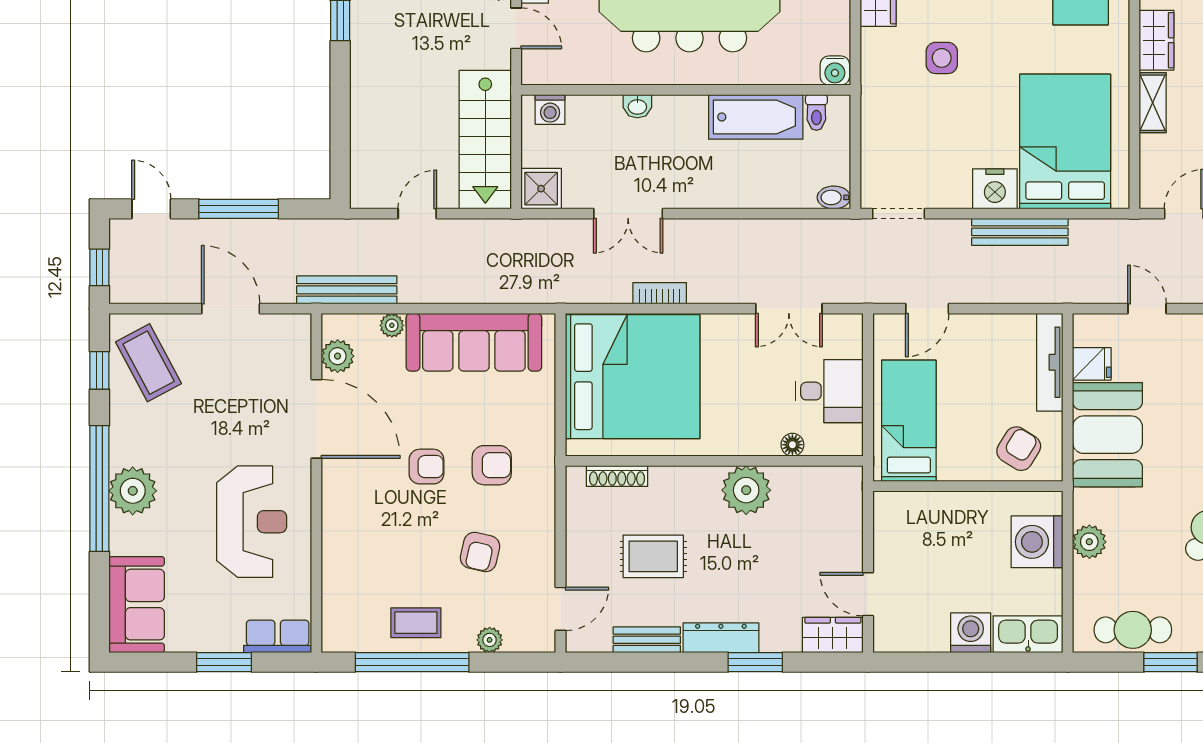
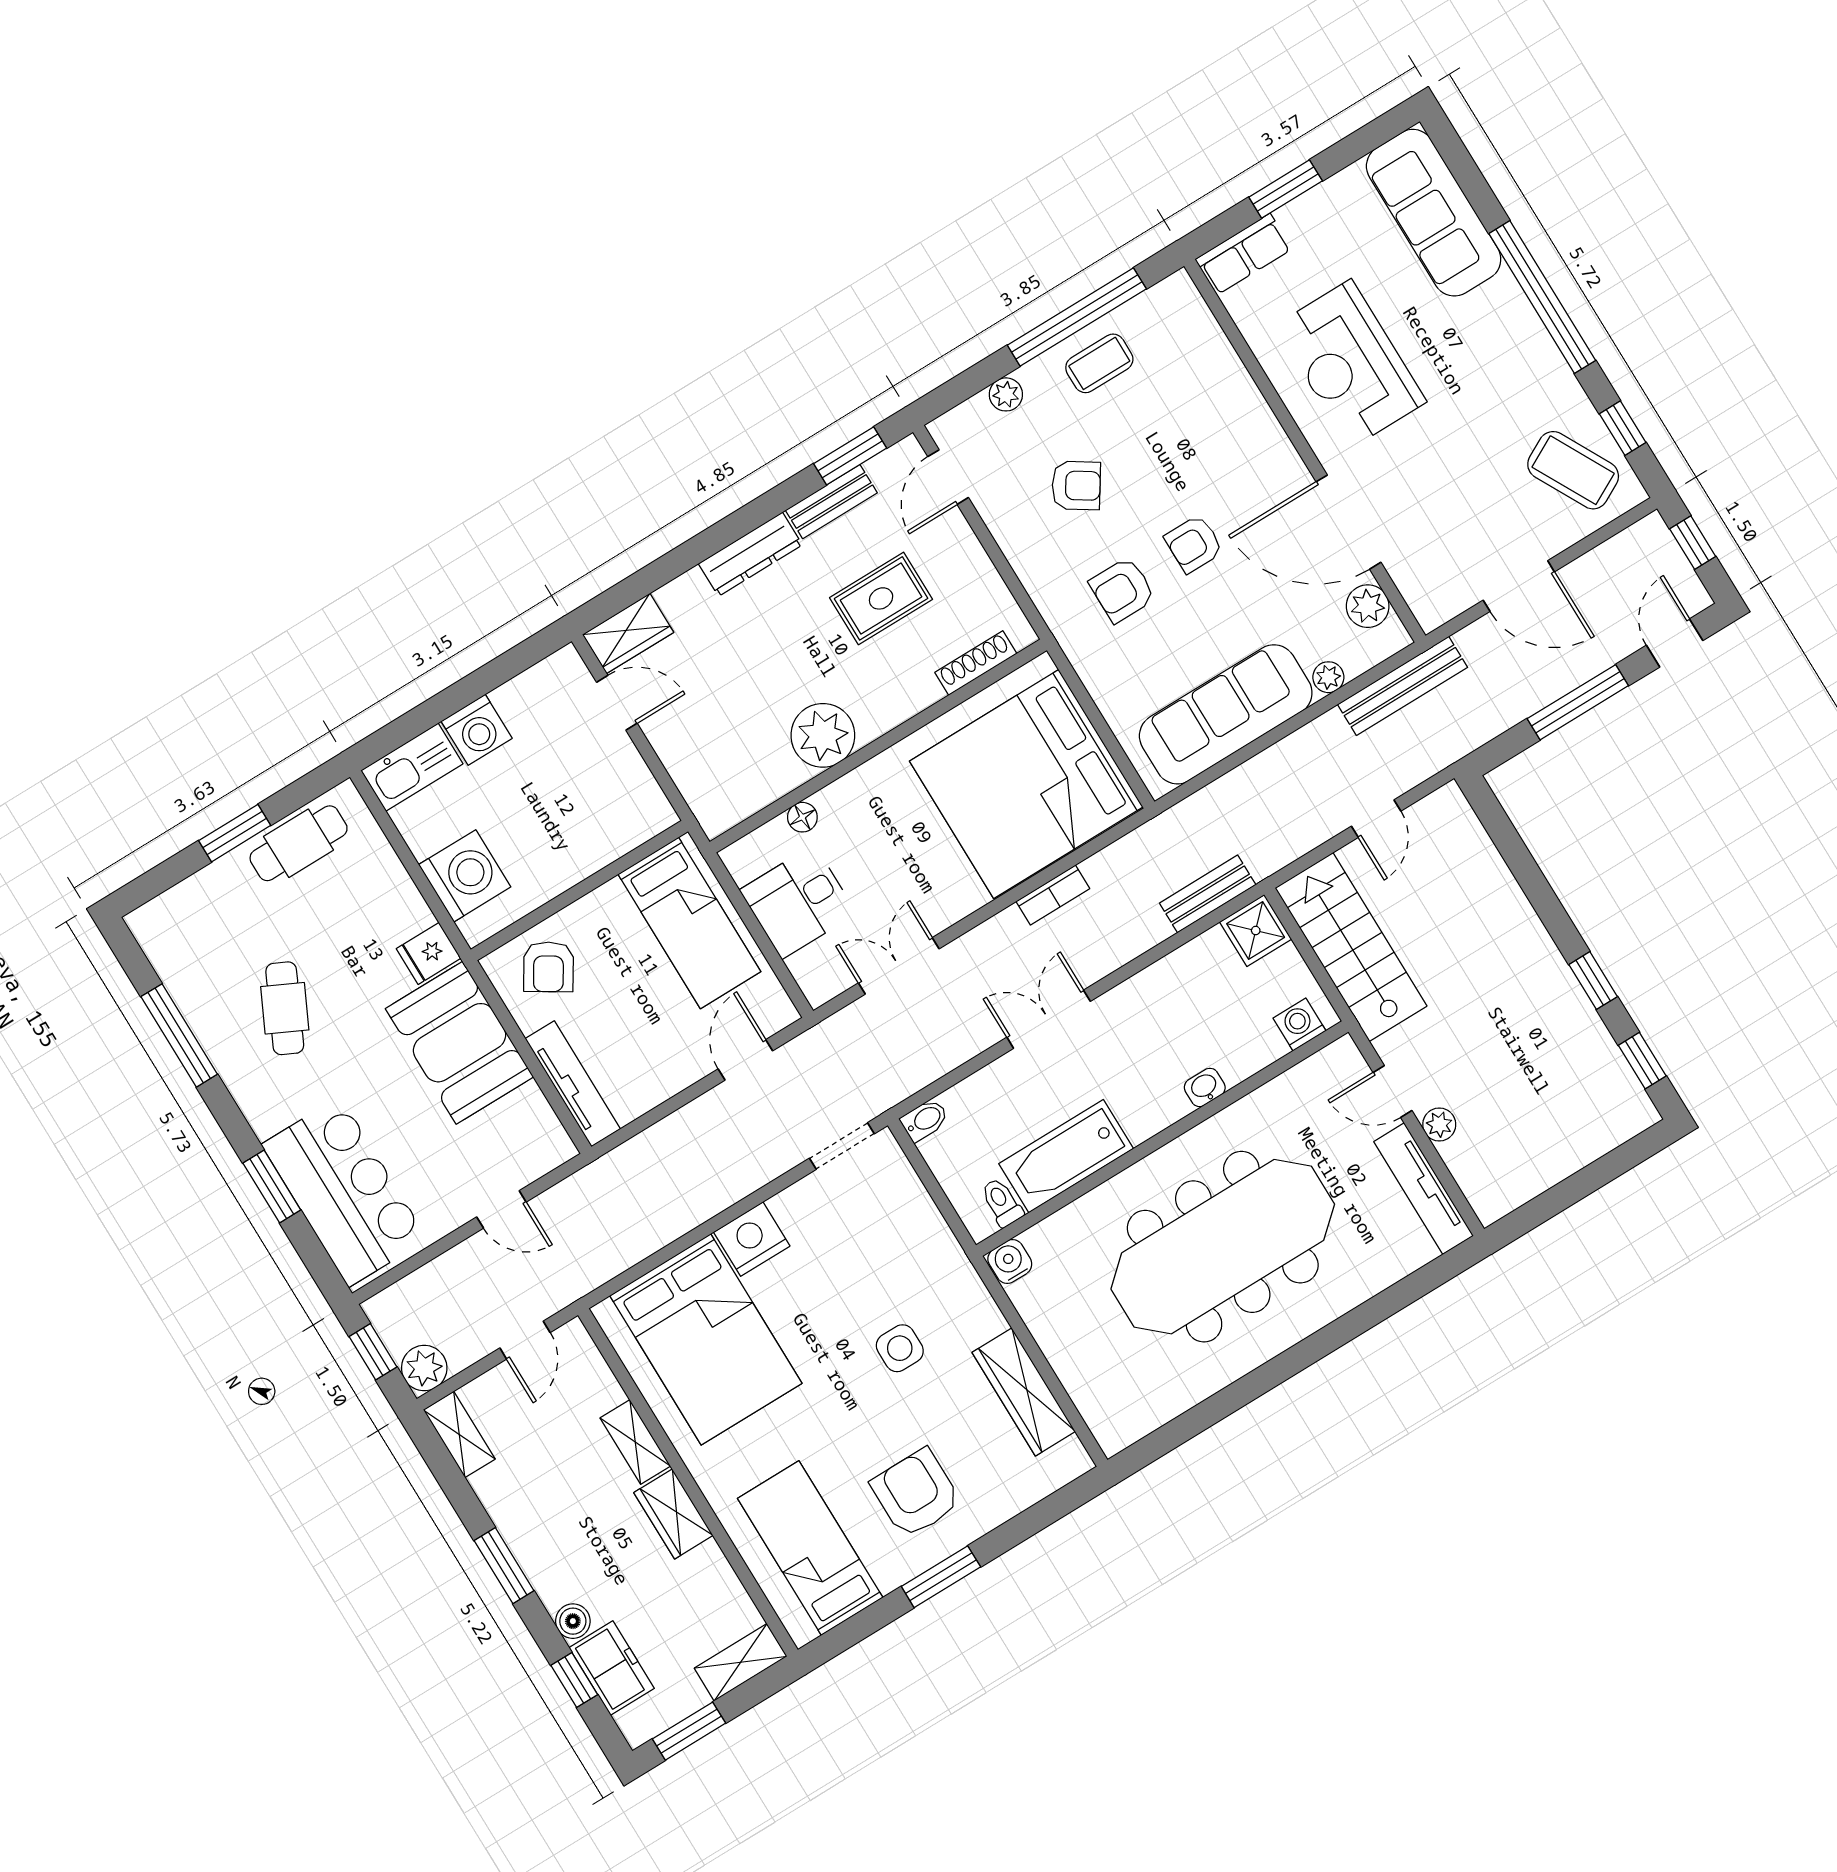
door: (151, 209) -> (1675, 643), swing flipped
double door: (628, 214) -> (1049, 1019), moved
bench: (1020, 232) -> (1208, 894), moved, width x0.73
fridge: (1092, 364) -> (429, 953), moved
plant: (133, 491) -> (1503, 317), removed
plant: (1089, 542) -> (407, 911), removed
armchair: (480, 552) -> (1076, 486), turned 110
sofa: (137, 605) -> (1434, 213), width x1.36
window: (755, 662) -> (850, 456), moved

